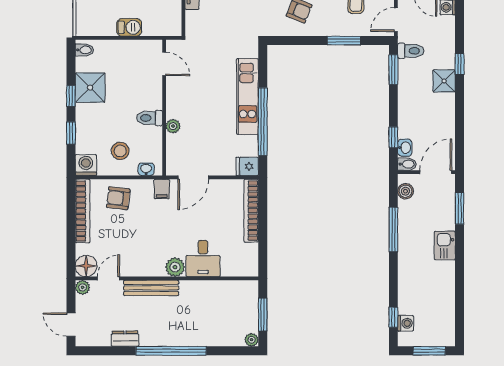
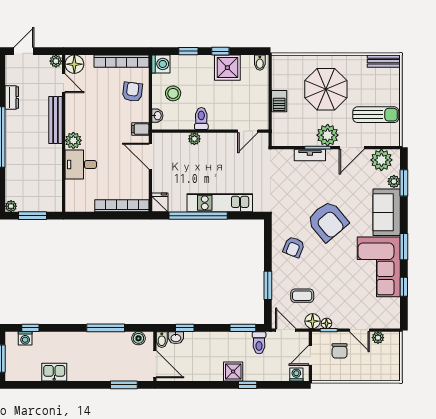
kitchen sink: (445, 245) -> (54, 372), moved

